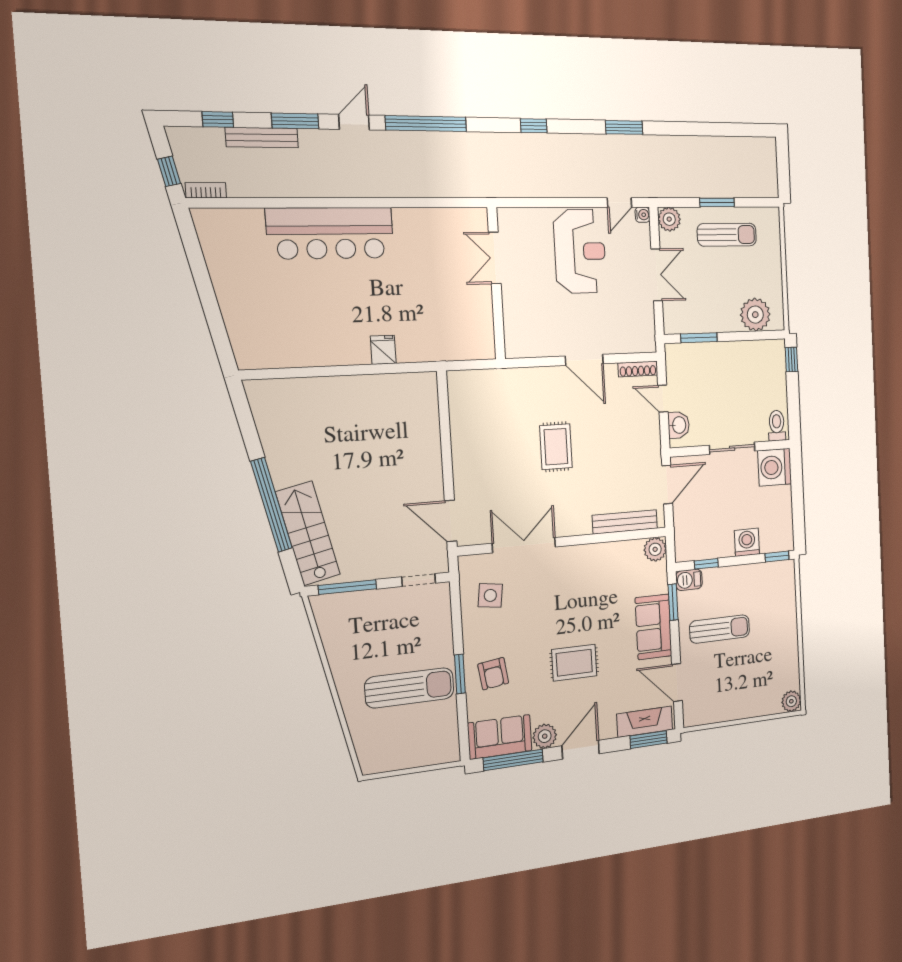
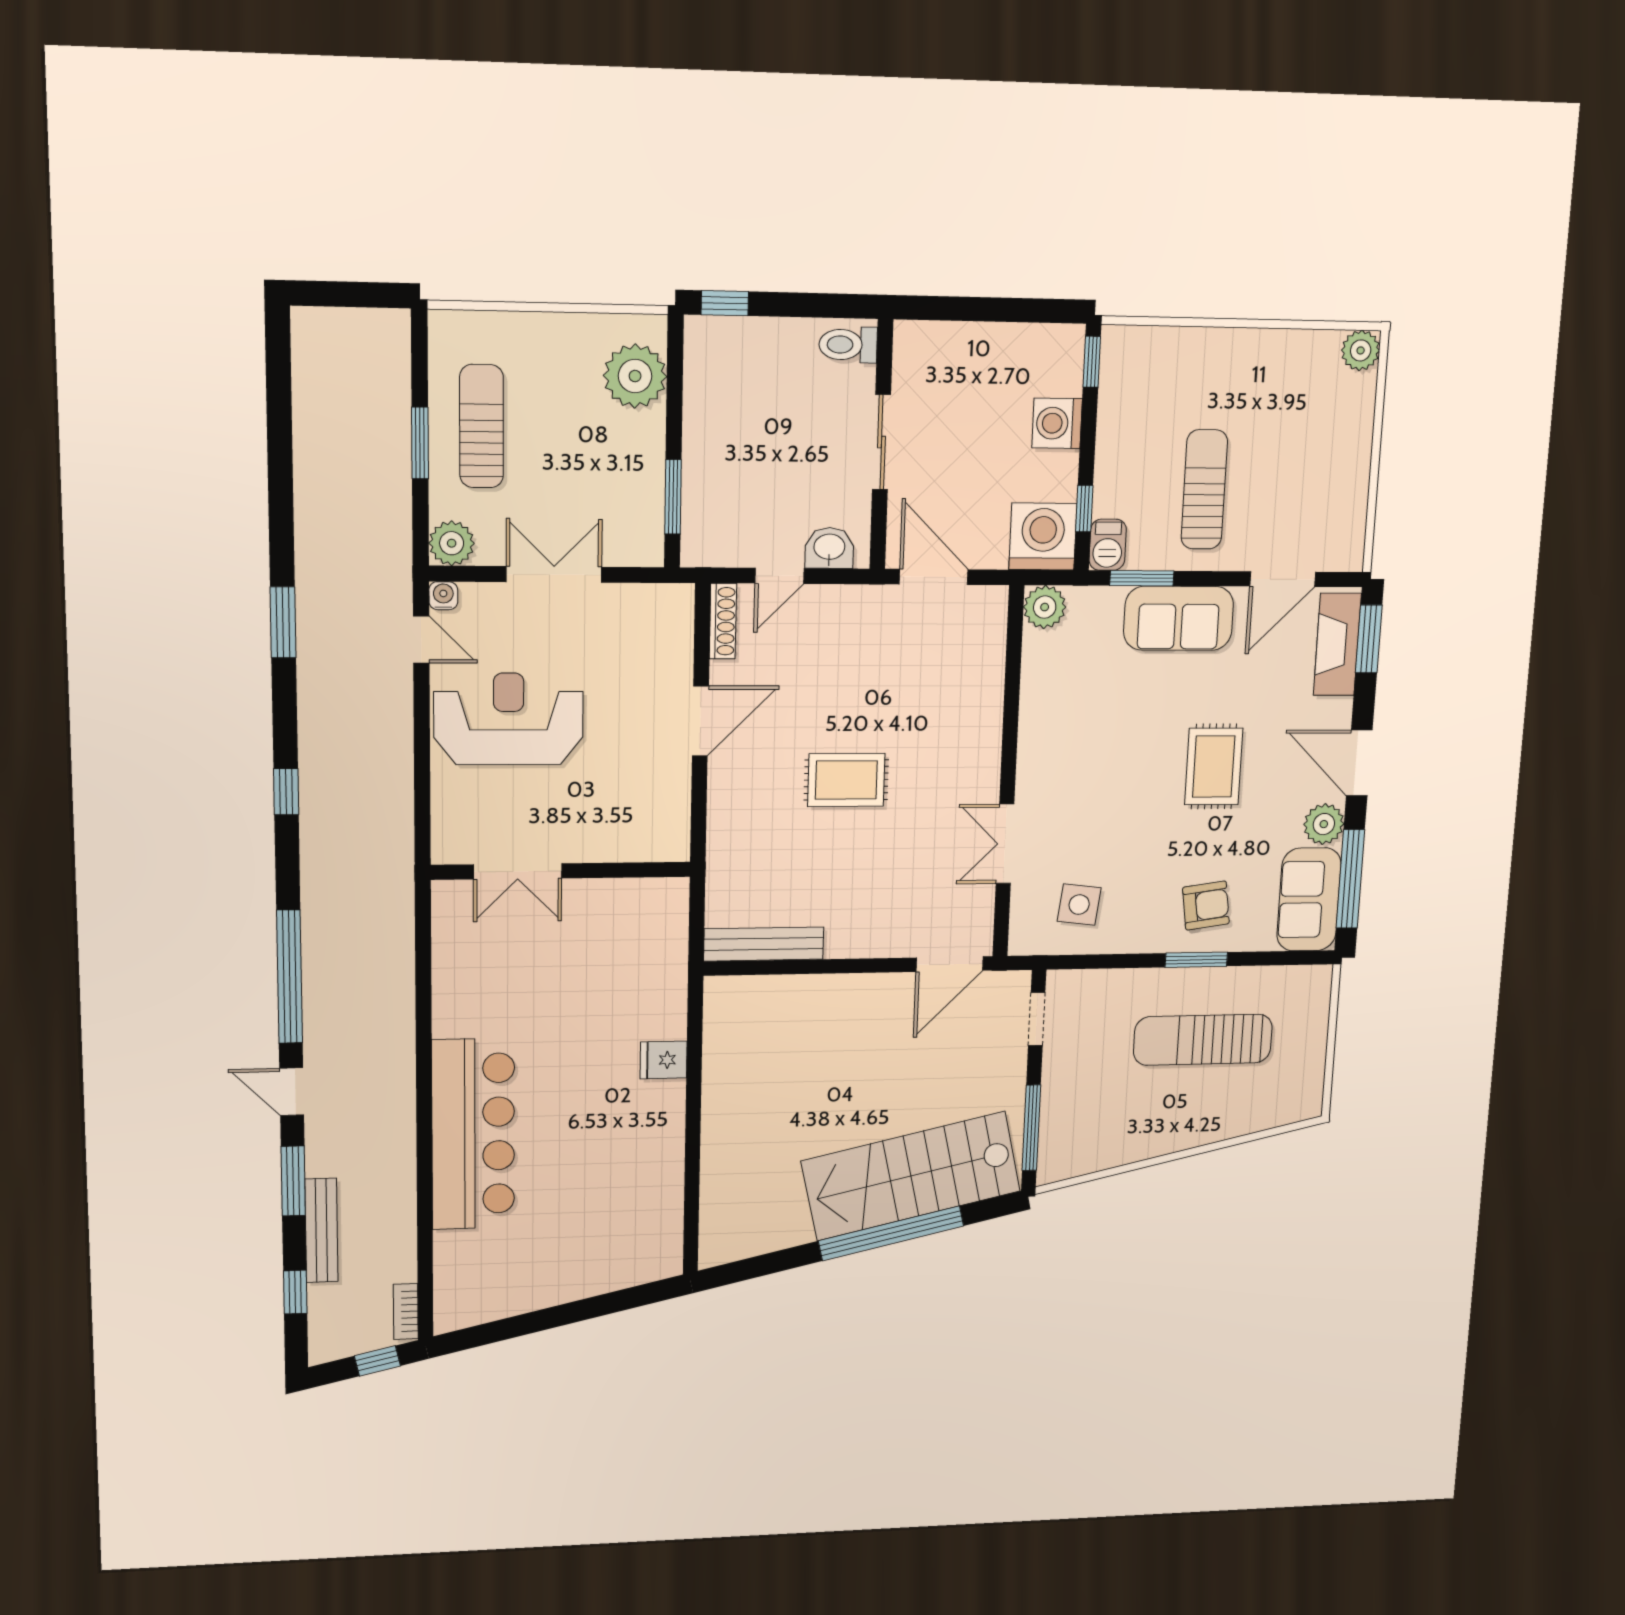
washing machine: (775, 467) -> (1043, 537), moved, turned 180
bench: (625, 522) -> (764, 944), moved, turned 90
stairs: (308, 533) -> (911, 1176), width x1.36, depth x1.51
double door: (524, 545) -> (1005, 844), width x0.73
sun lounger: (410, 688) -> (1203, 1040), turned -90

